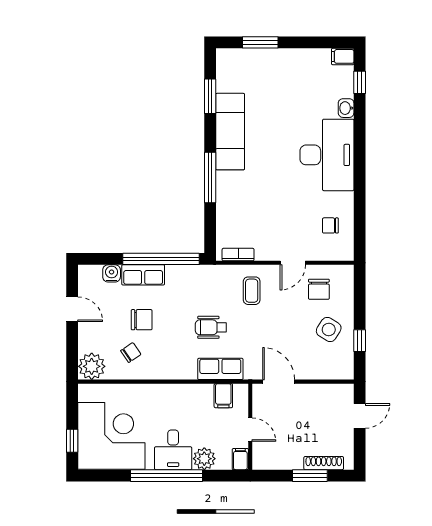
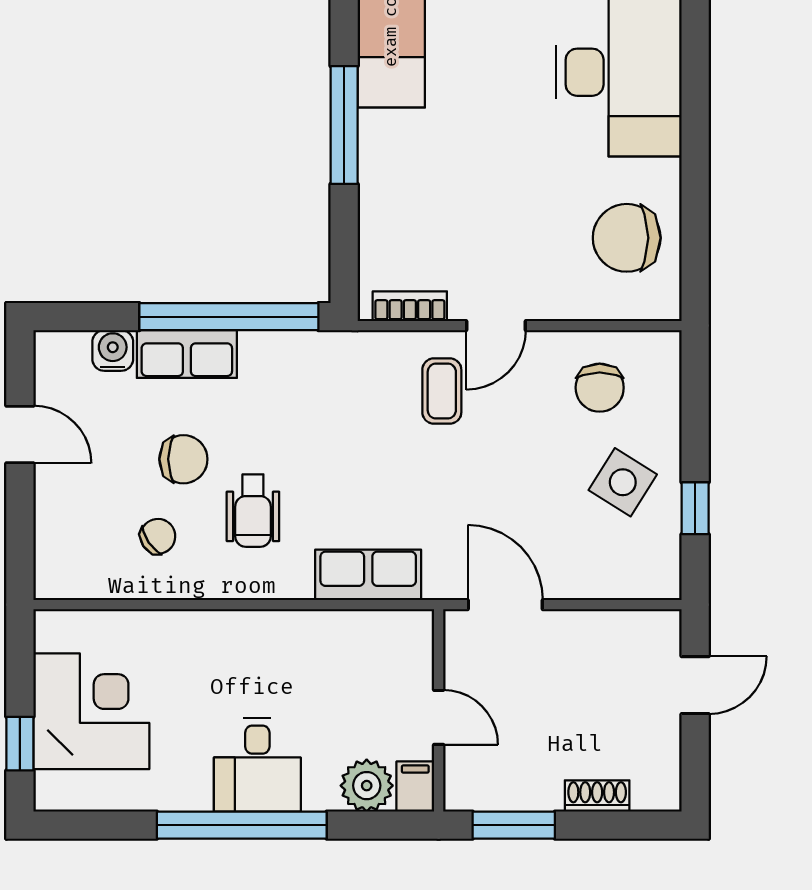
chair: (330, 225) -> (627, 238), width x1.87, depth x1.87
door: (293, 263) -> (496, 326), moved
wheelchair: (211, 327) -> (253, 511), moved, turned -90
plant: (92, 366) -> (66, 569), removed
filing cabinet: (223, 396) -> (375, 638), removed
corner desk: (111, 436) -> (91, 711), width x0.74, depth x0.74
plant: (204, 459) -> (367, 786), moved
shoe rack: (324, 463) -> (597, 796), width x0.70
window: (310, 476) -> (514, 825), moved

